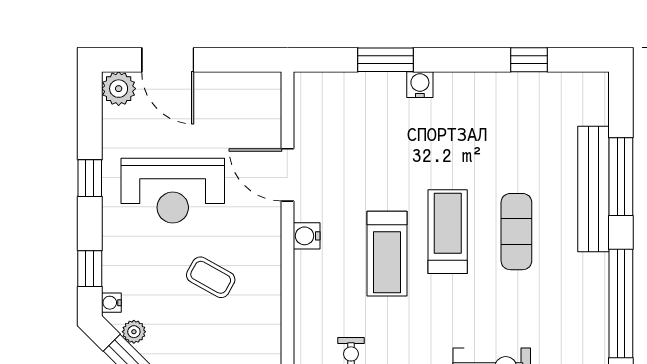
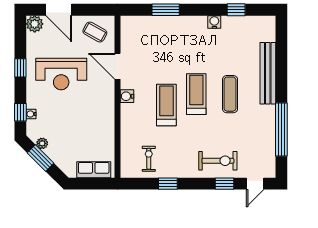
water cooler: (420, 85) -> (214, 22), moved
window: (621, 177) -> (281, 67), removed
treadmill: (387, 254) -> (166, 105), turned 180
coffee table: (211, 277) -> (95, 32), moved
water cooler: (111, 303) -> (31, 114), moved

